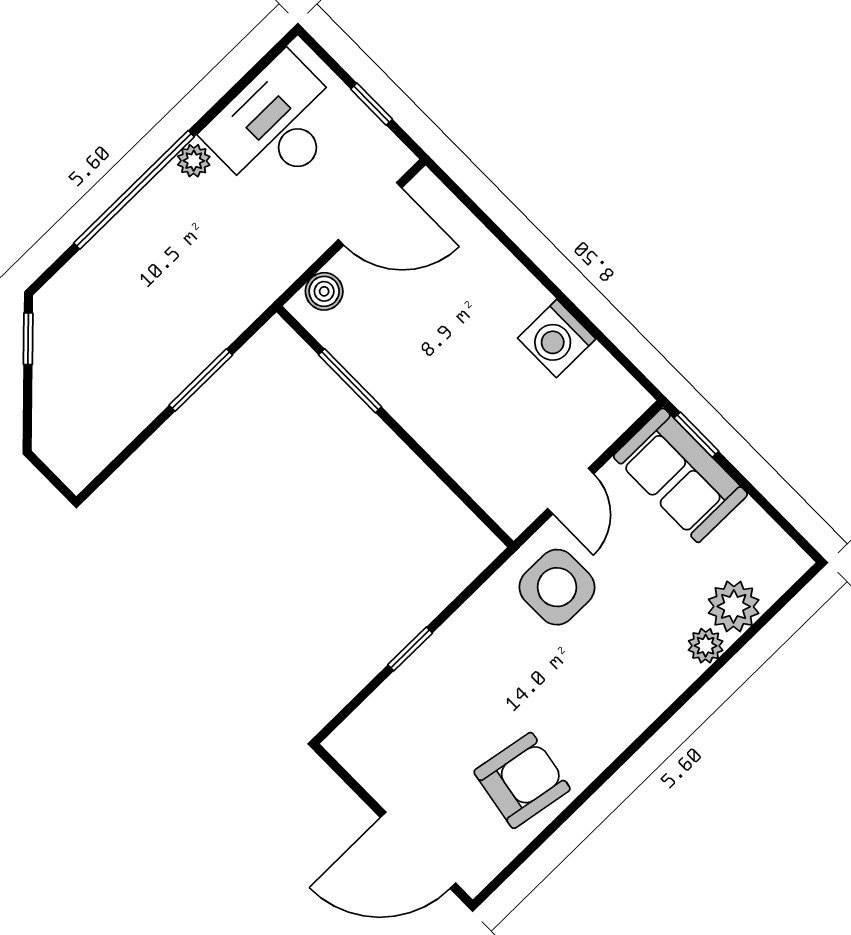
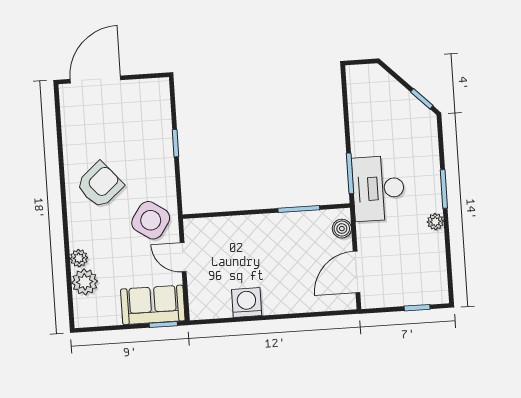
window: (372, 104) -> (417, 308), moved
desk: (276, 126) -> (378, 188), moved, turned 180
window: (134, 190) -> (444, 189), width x0.47
window: (201, 380) -> (350, 173), moved
side table: (557, 587) -> (151, 220), turned 34
armchair: (522, 780) -> (100, 185), moved, turned -141

